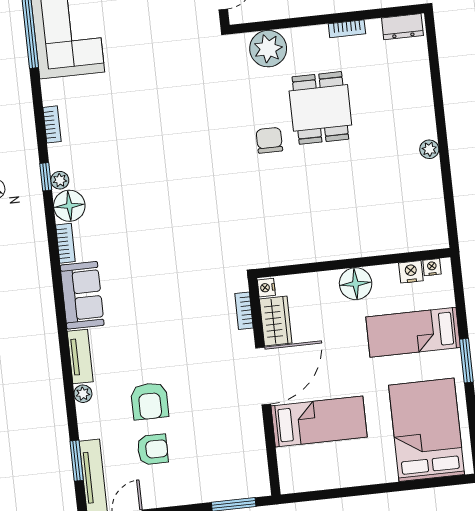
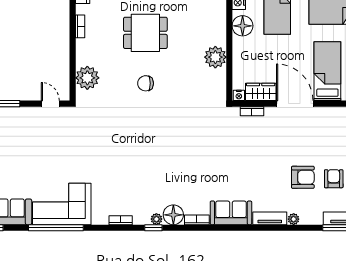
dining table: (320, 108) -> (145, 33), moved
plant: (322, 245) -> (215, 57), added
floor lamp: (356, 284) -> (243, 26), moved

